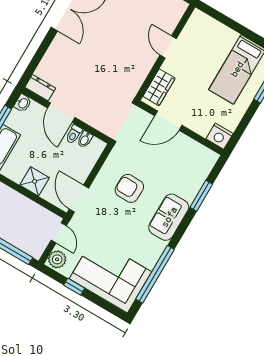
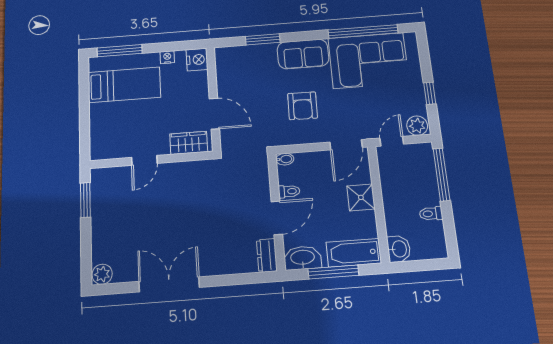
washbasin: (23, 103) -> (303, 258), width x1.91, depth x1.45
nightstand: (237, 115) -> (167, 57), added
bidet: (85, 139) -> (285, 159), moved
corner sofa: (110, 275) -> (368, 60), moved, turned -90

